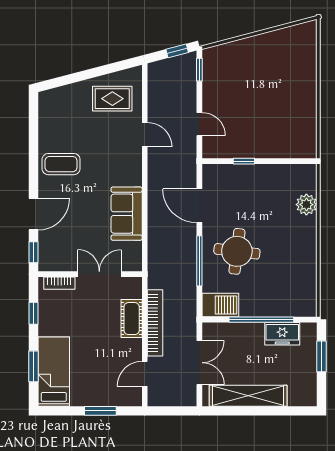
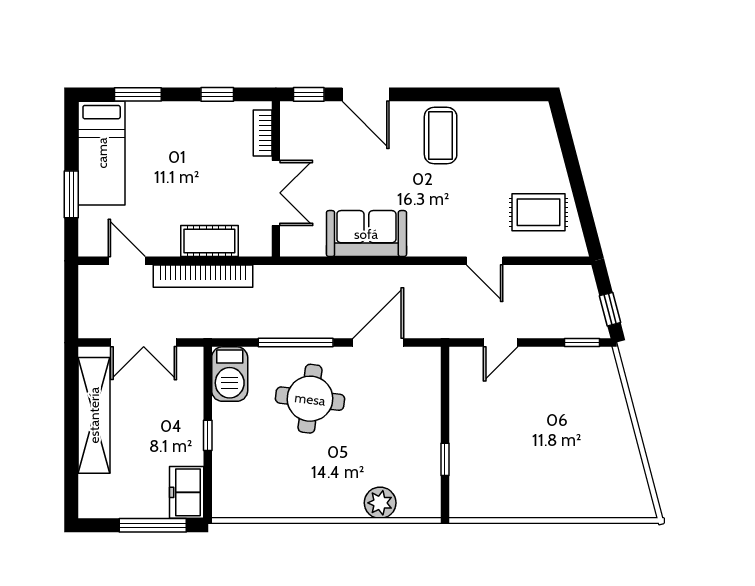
rug: (112, 99) -> (539, 212), turned 90
door: (145, 135) -> (485, 261), hinge flipped
window: (244, 161) -> (445, 459), moved
window: (261, 320) -> (208, 435), width x0.32
freezer: (282, 334) -> (187, 492), moved
window: (322, 356) -> (153, 525), width x1.44
bed: (54, 372) -> (102, 153), moved, turned 90

